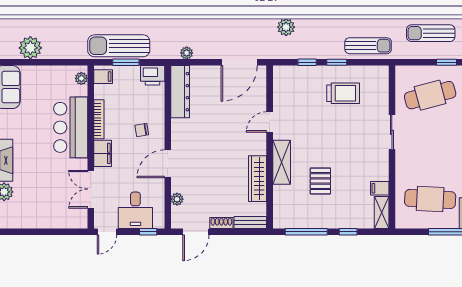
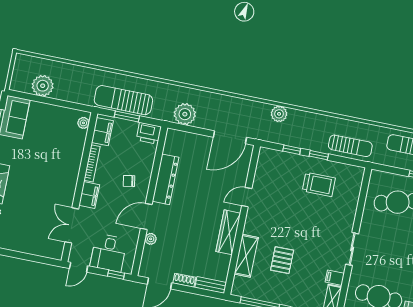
plant: (187, 53) -> (185, 114), width x1.87, depth x1.87
filing cabinet: (103, 77) -> (102, 132), width x2.00
dresser: (180, 92) -> (166, 179), moved
bar counter: (71, 127) -> (65, 166), removed
sliding door: (392, 132) -> (352, 249), moved
shelving: (282, 162) -> (246, 256), moved
wardrobe: (258, 179) -> (228, 232), moved
plant: (177, 199) -> (151, 239), moved

